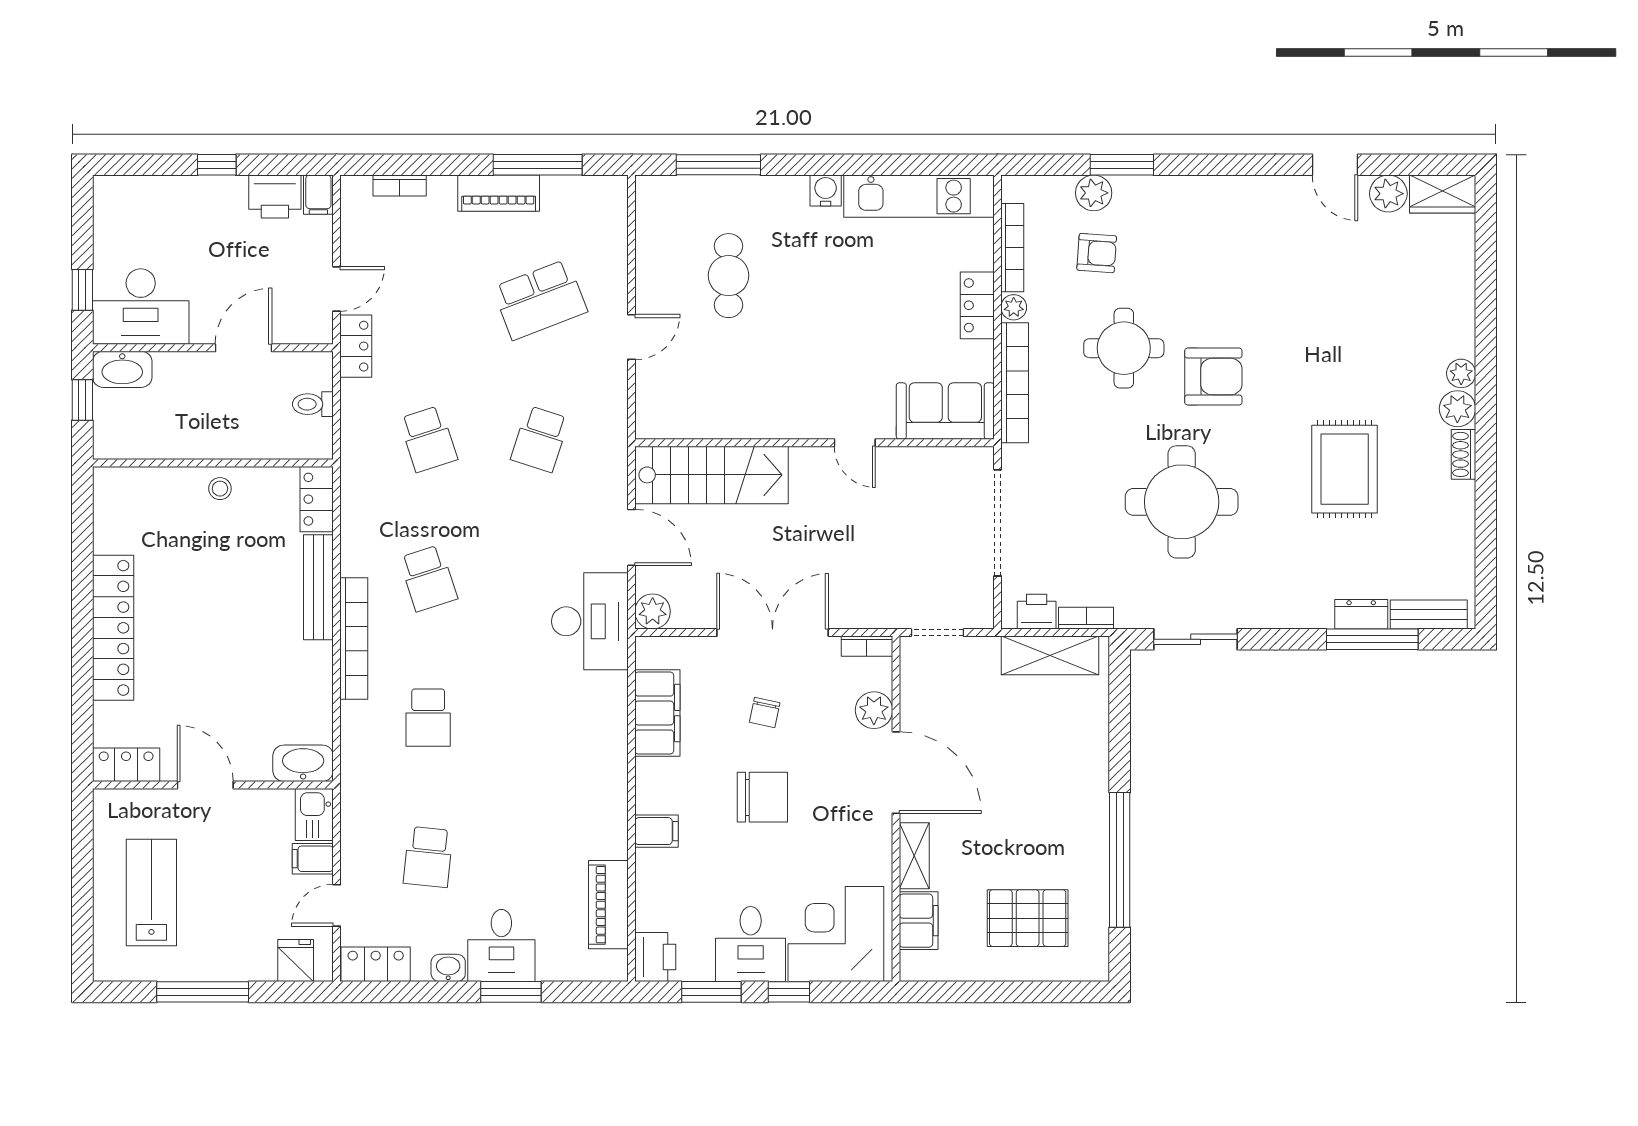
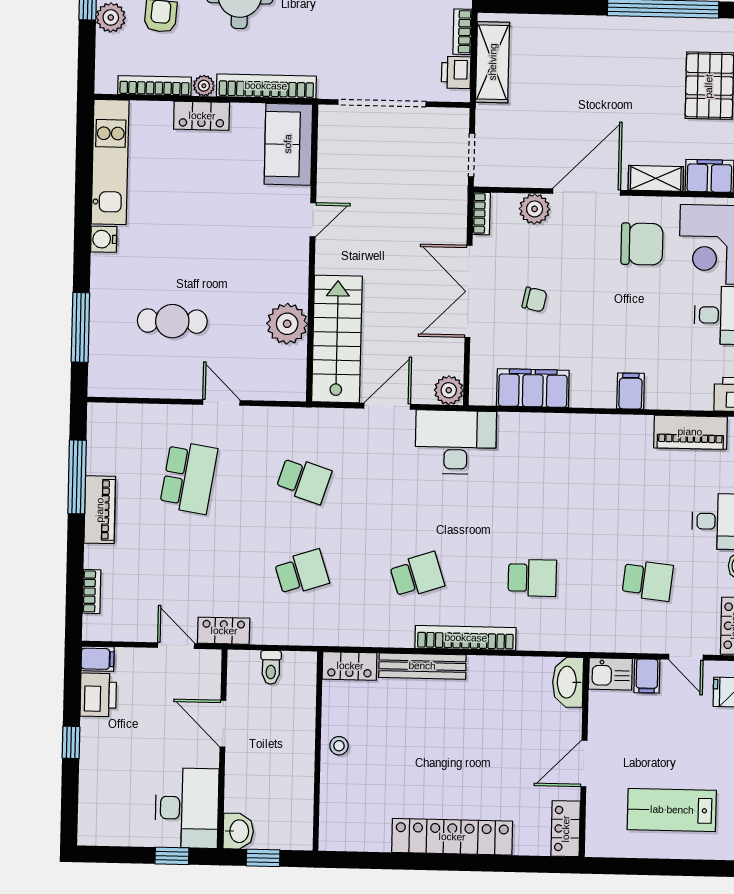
school desk: (540, 300) -> (189, 478), turned 30
washbasin: (122, 369) -> (238, 831), width x0.72
plant: (728, 414) -> (287, 324), added
chair: (762, 797) -> (642, 244), moved, turned 90

